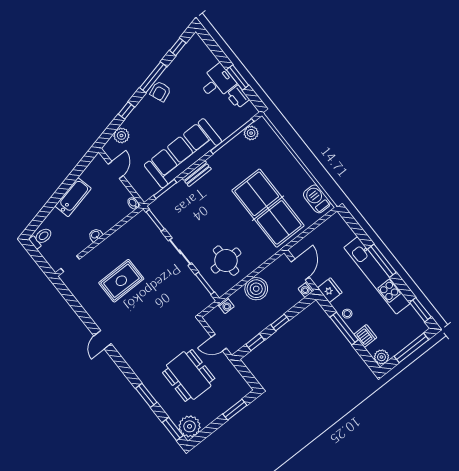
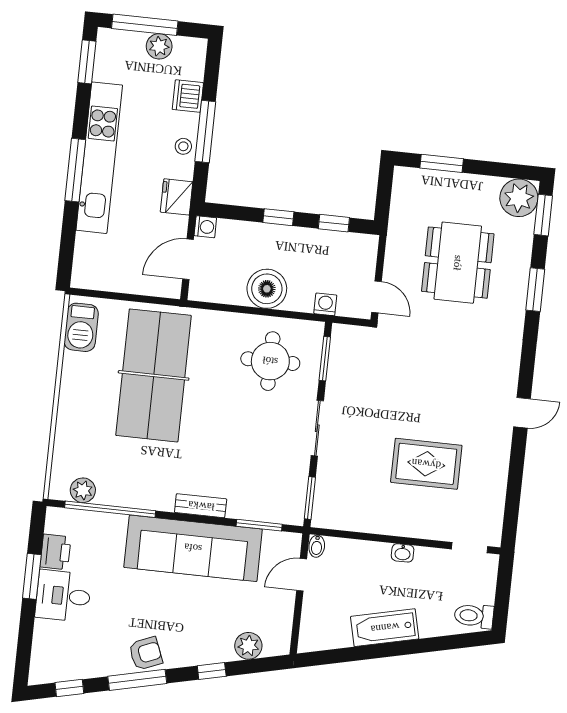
door: (116, 170) -> (302, 575), moved
door: (219, 343) -> (376, 297), moved
plant: (381, 357) -> (159, 46), moved

